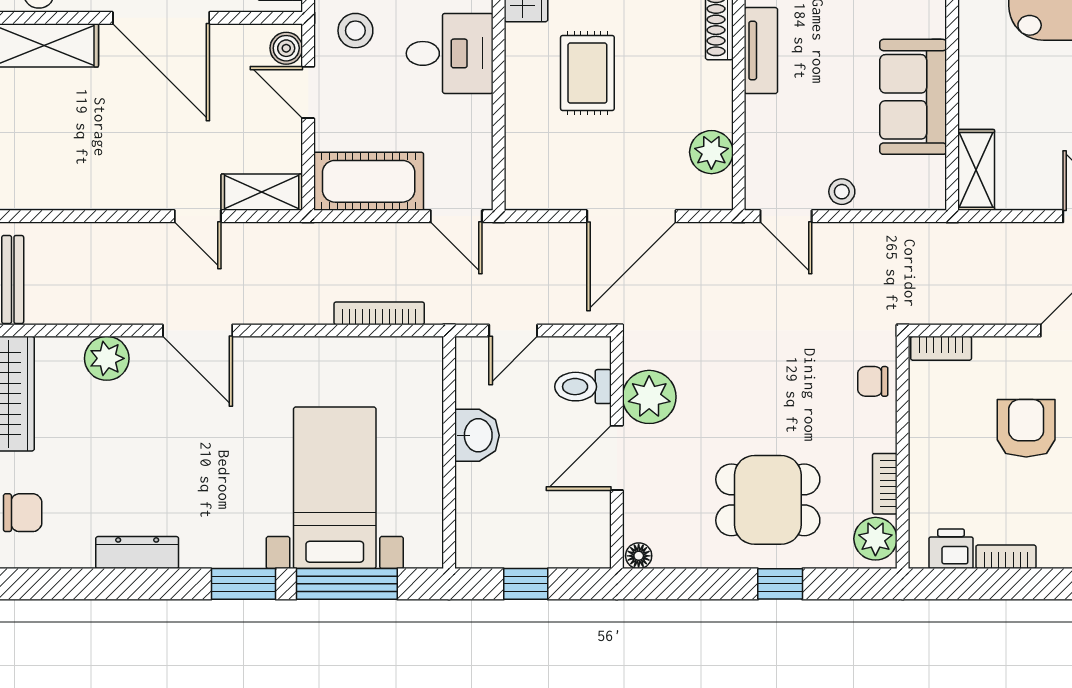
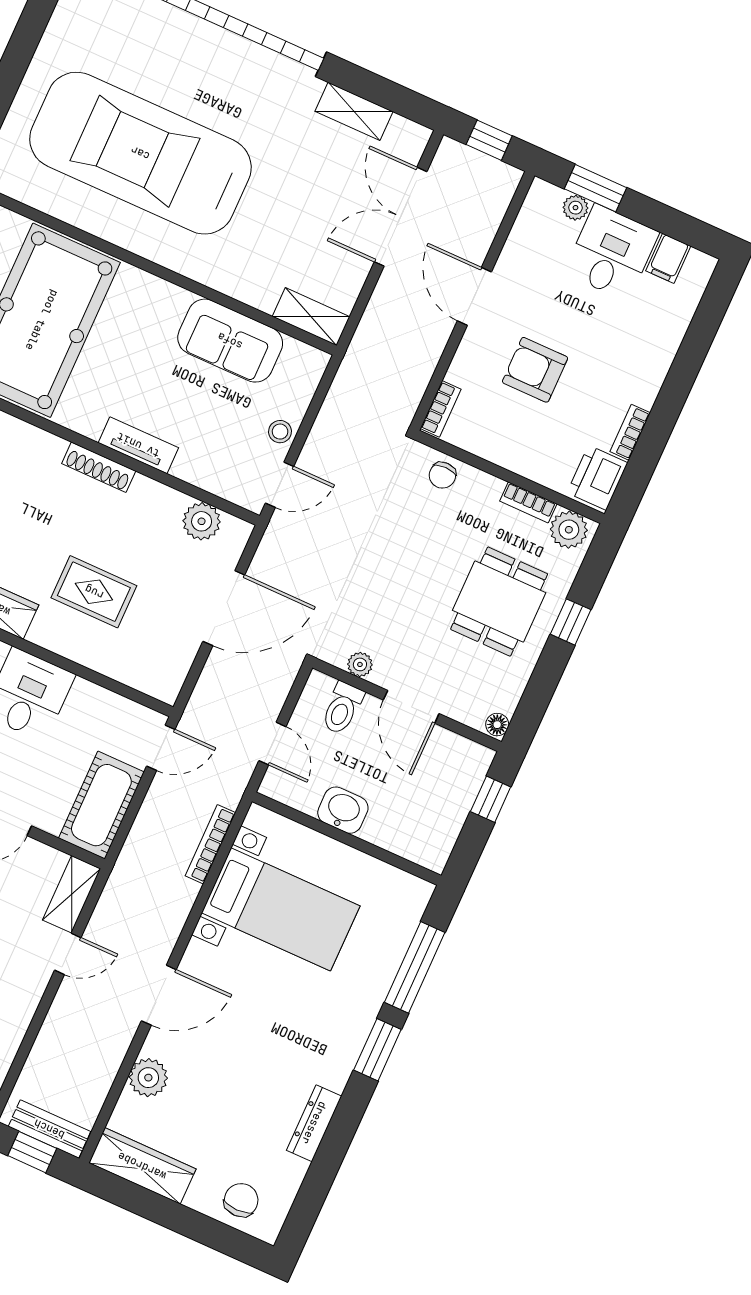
door: (631, 216) -> (224, 608), hinge flipped
plant: (649, 397) -> (360, 664), width x0.53, depth x0.53
bed with nightstands: (335, 488) -> (281, 909), moved, turned 180
printer: (951, 549) -> (597, 478), width x1.36, depth x1.24
window: (526, 584) -> (491, 799), moved

